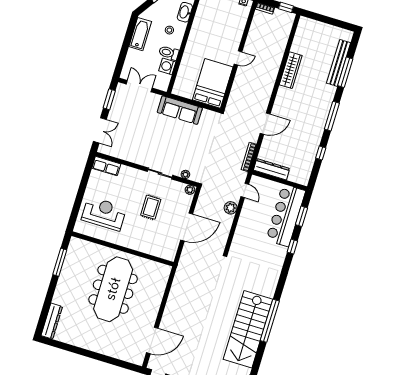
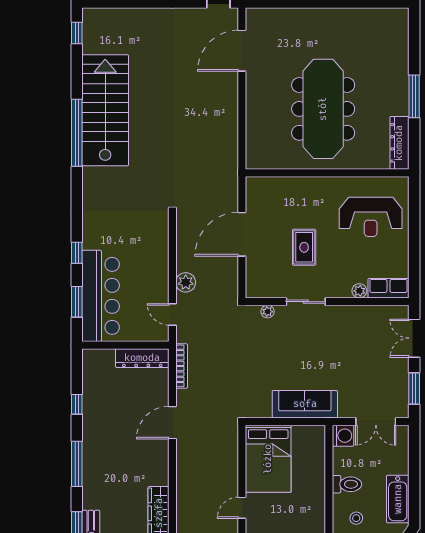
washing machine: (167, 66) -> (343, 436), moved
plant: (190, 190) -> (359, 291), moved
window: (60, 262) -> (414, 96), moved
dresser: (52, 321) -> (399, 143), moved

